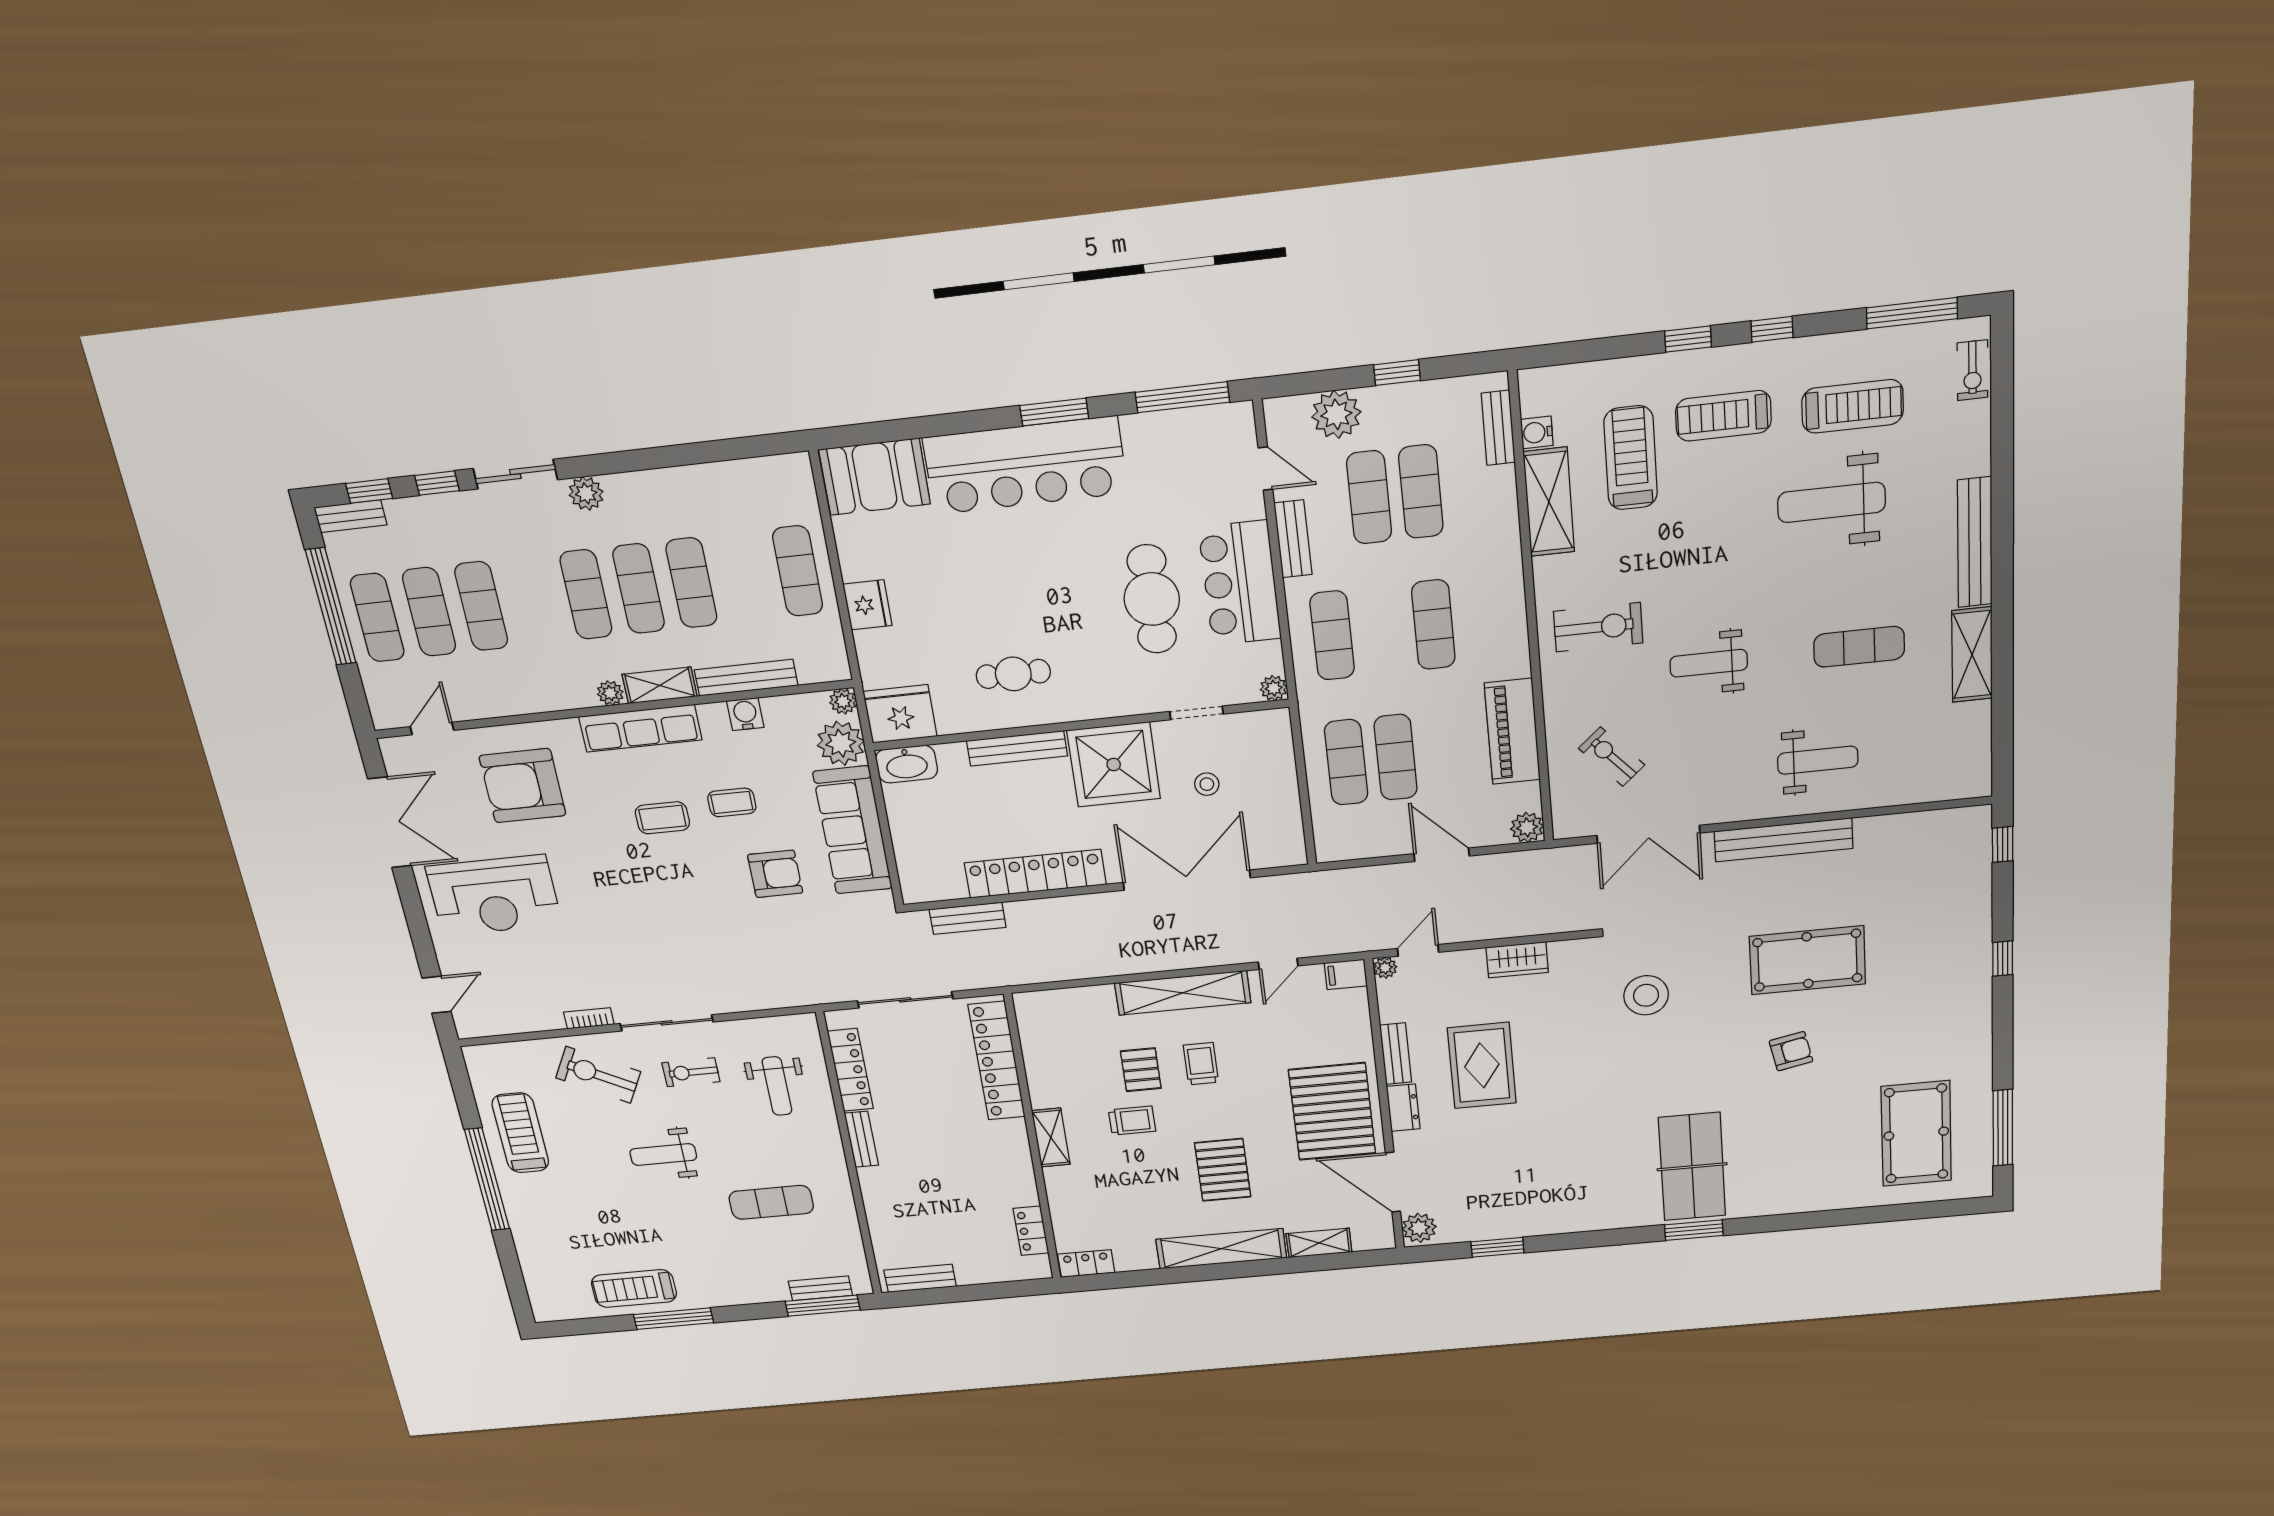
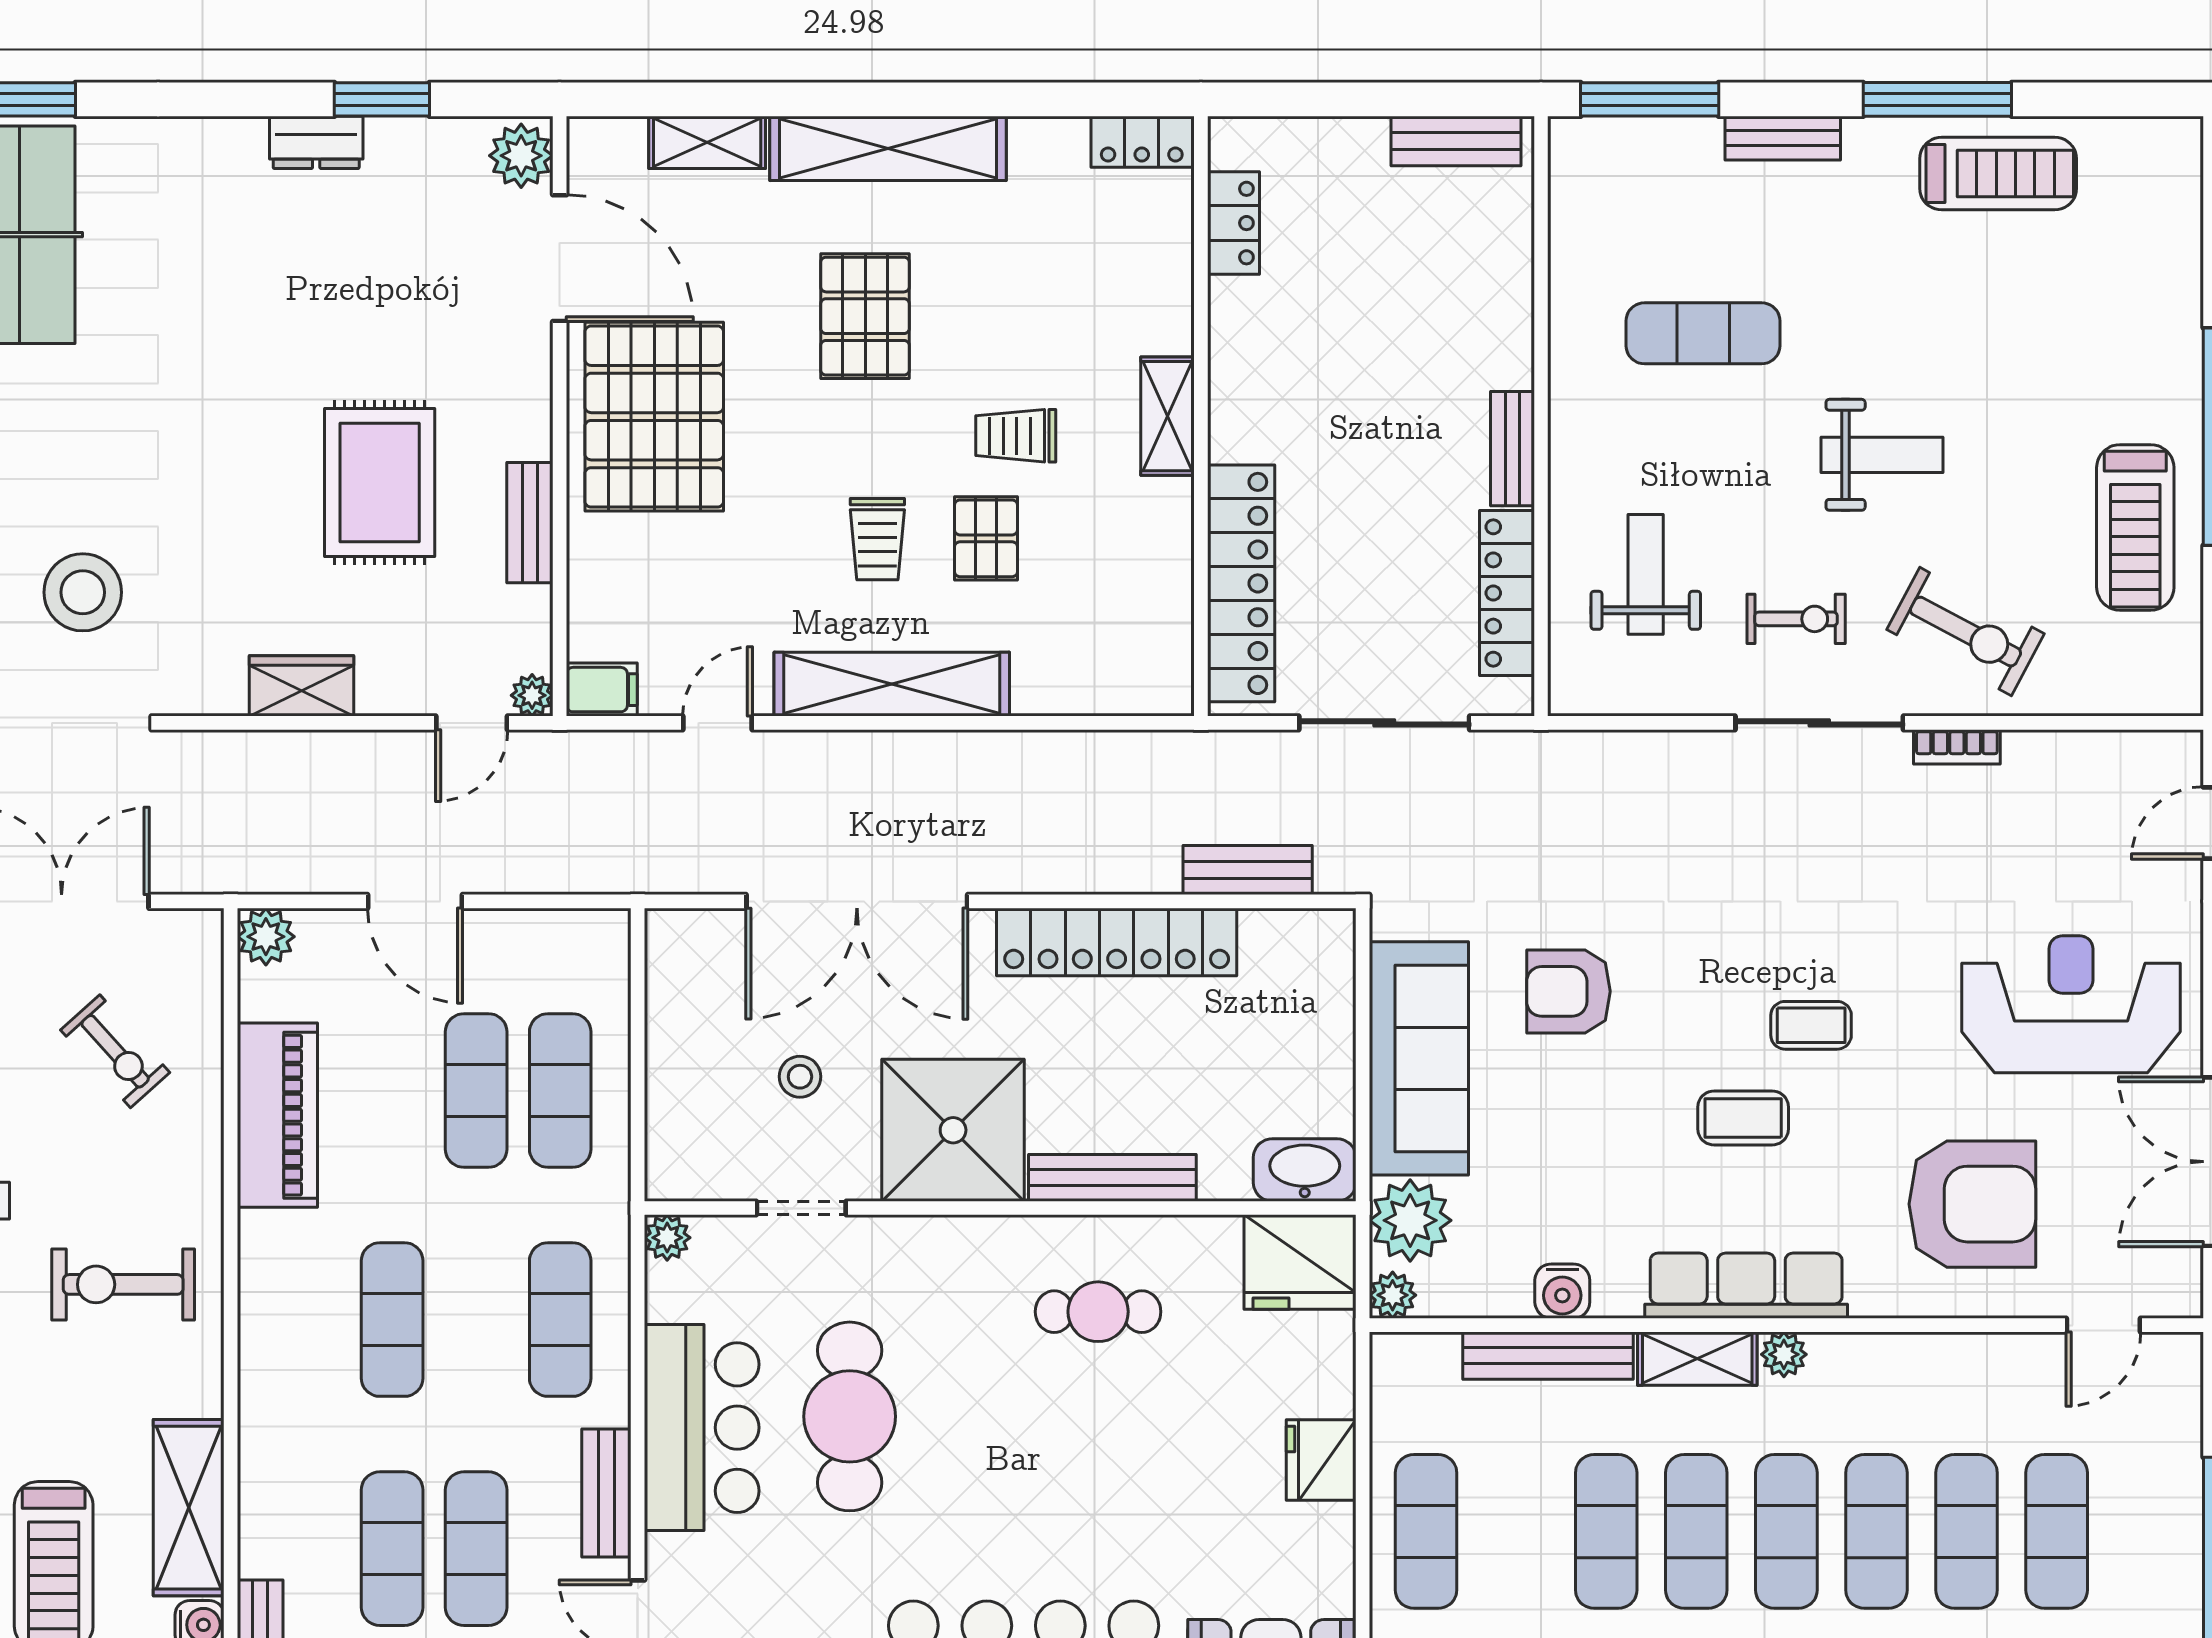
exercise mat: (377, 618) -> (1876, 1531), moved
coffee table: (732, 802) -> (1811, 1025), moved
dresser: (1403, 1108) -> (316, 142), moved, turned -90
bench: (820, 1288) -> (1783, 138), moved

